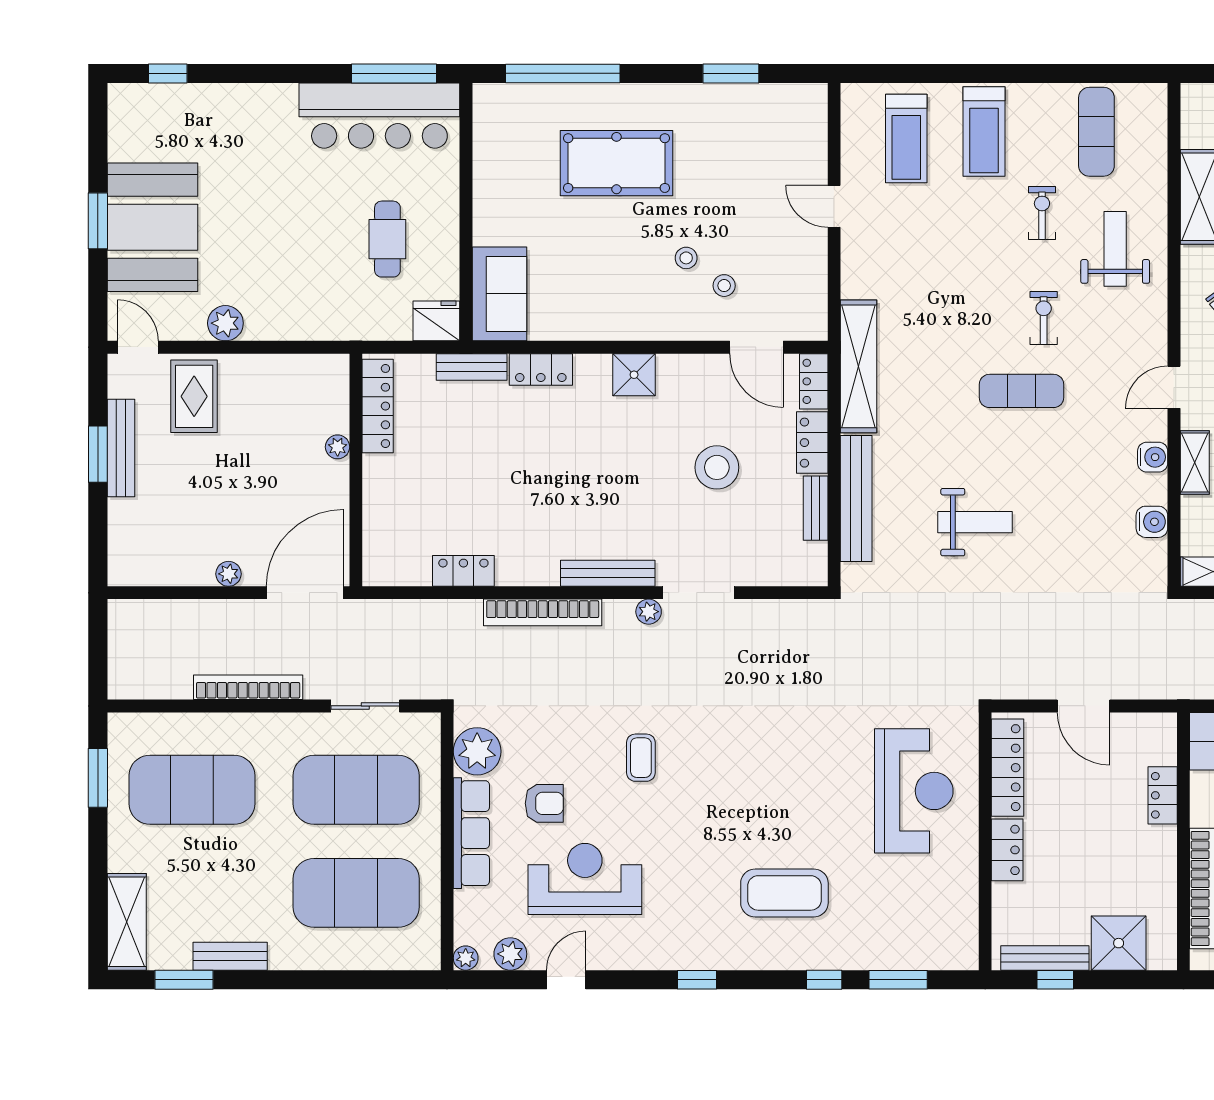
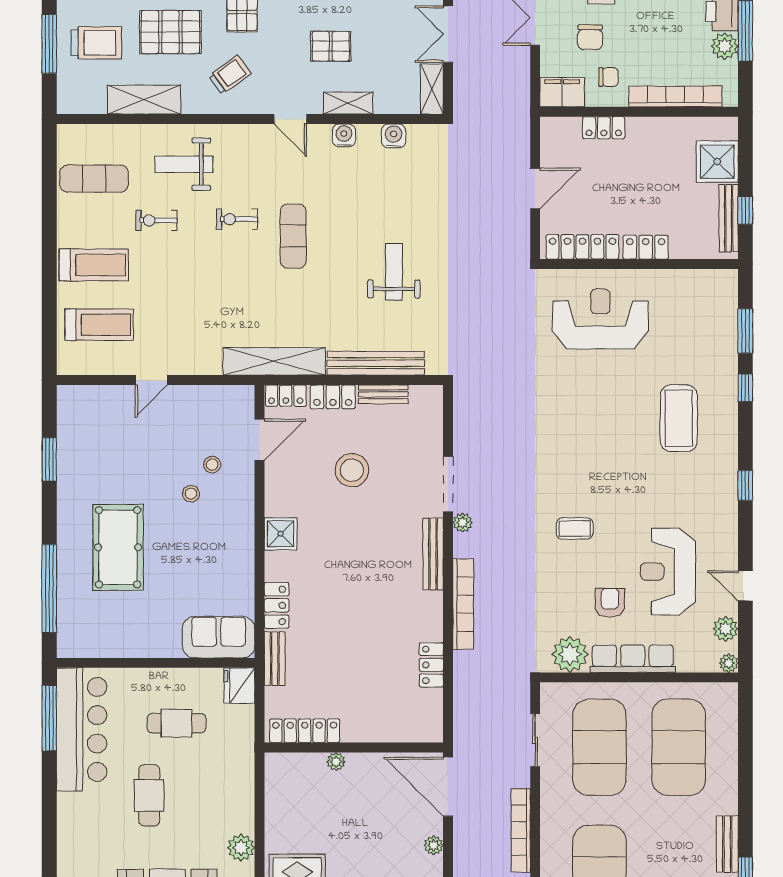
cafe table: (294, 204) -> (149, 795), added

